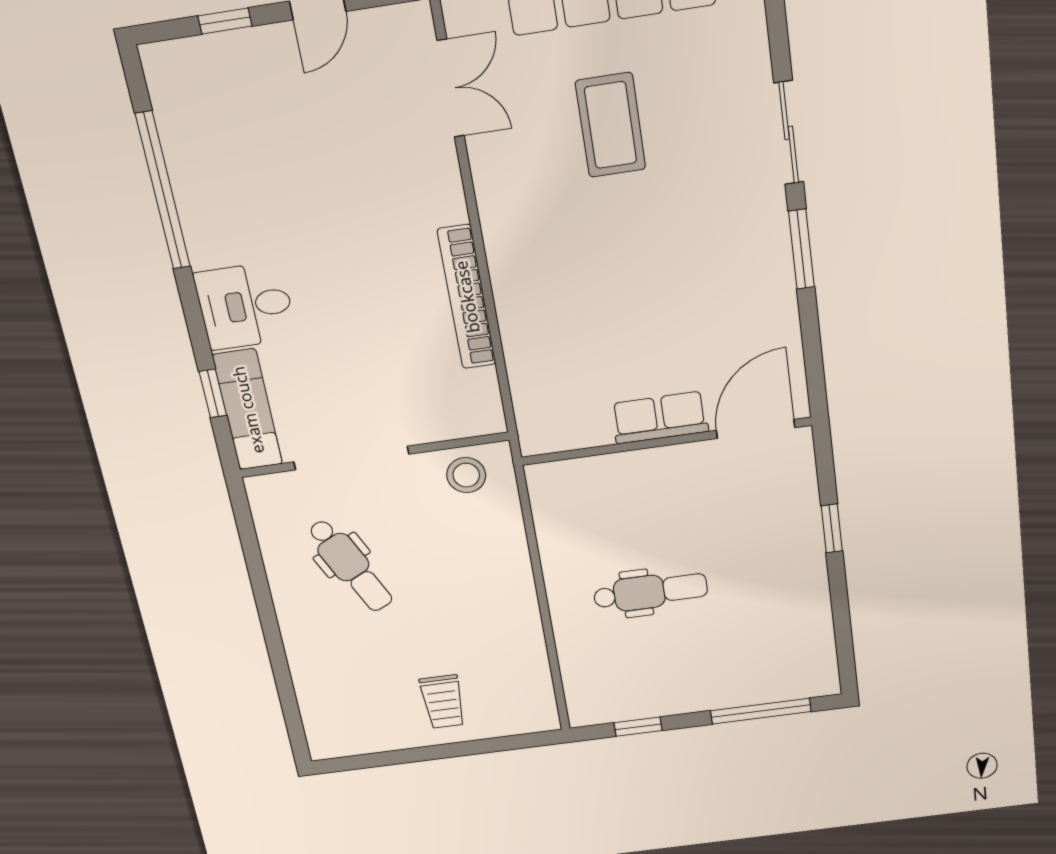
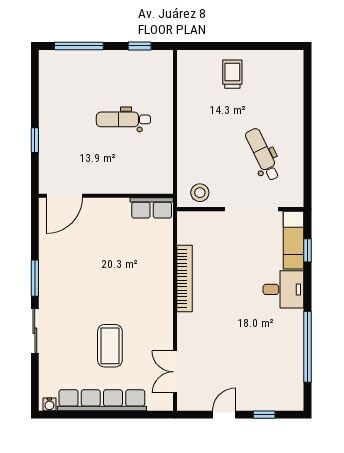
row of seats: (660, 418) -> (152, 208), moved

